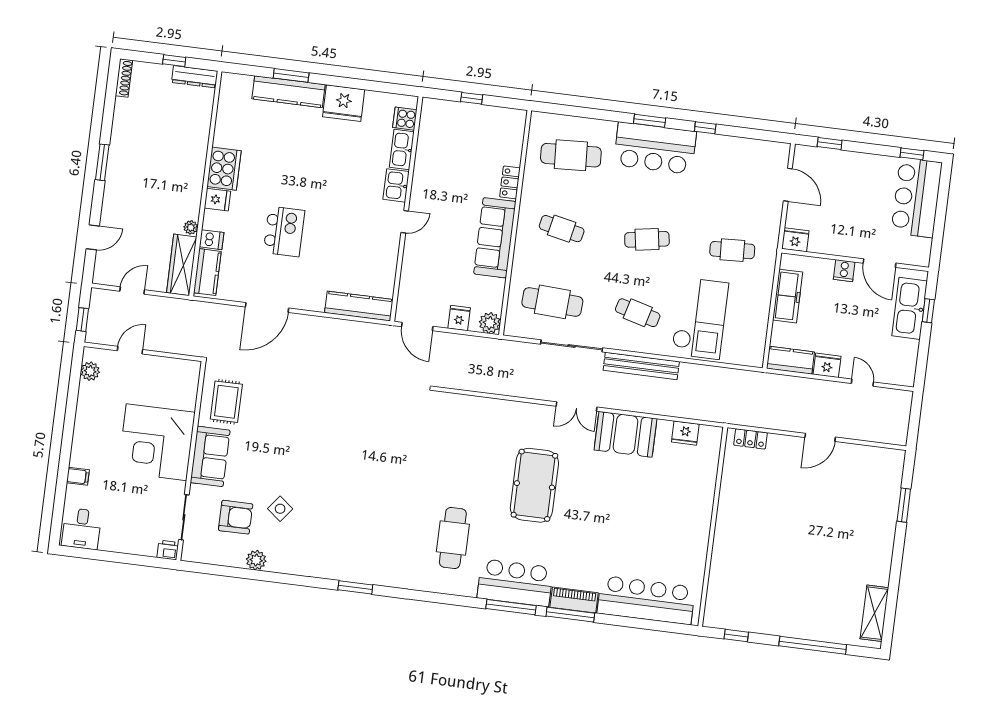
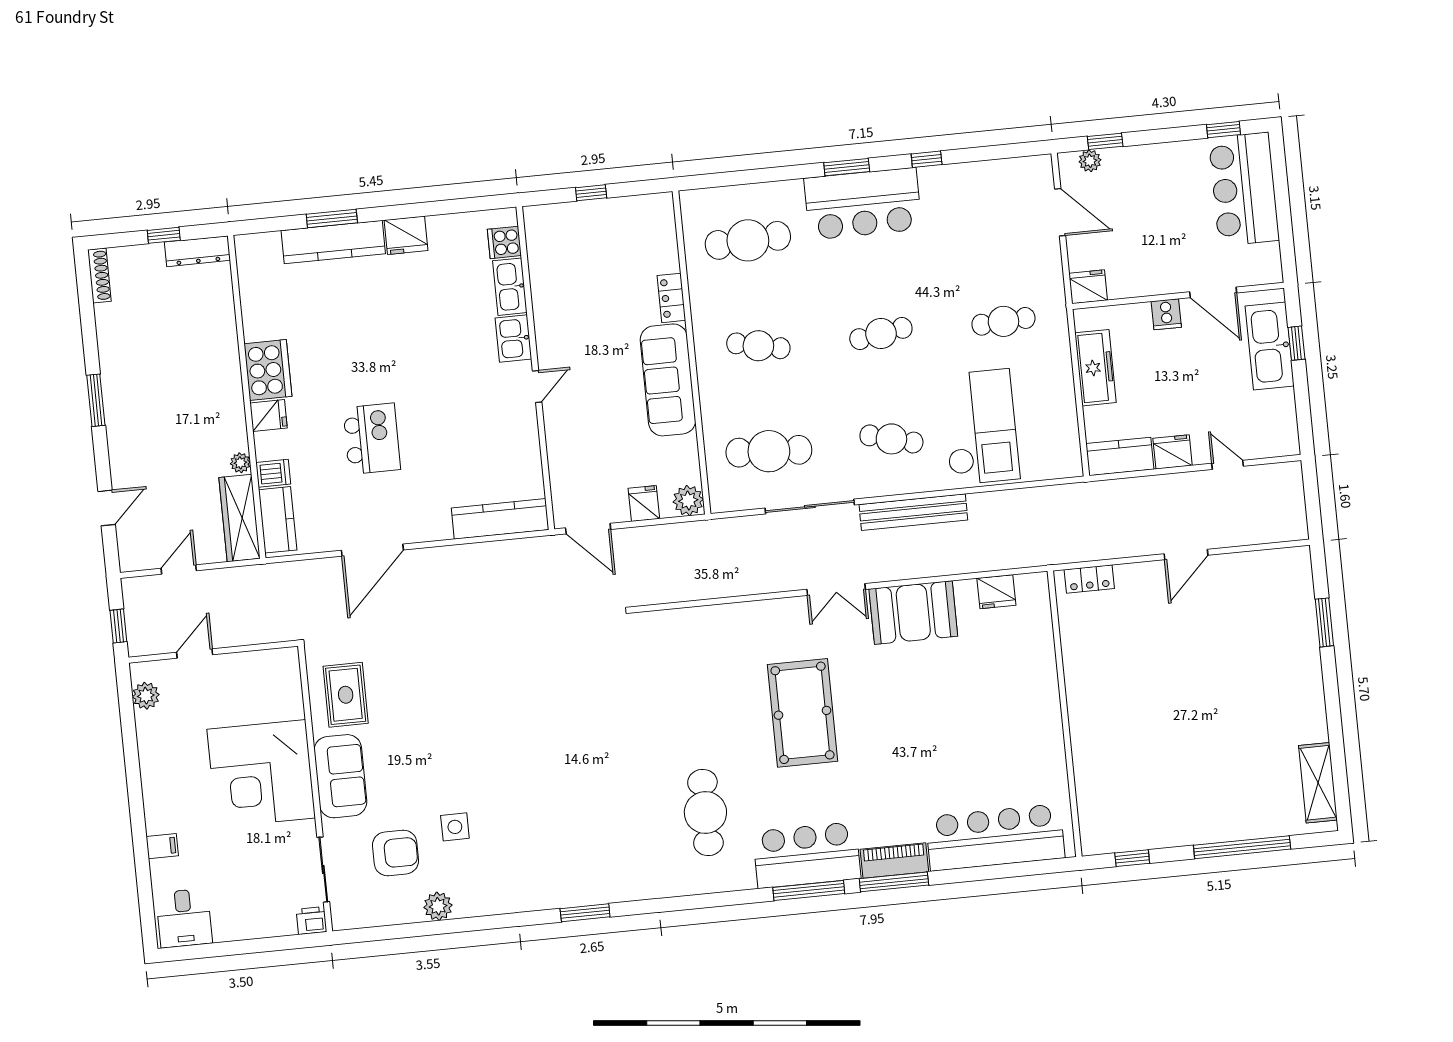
fridge: (344, 103) -> (406, 235), width x0.73, depth x0.75
plant: (816, 154) -> (1090, 161), added
side table: (280, 509) -> (455, 827), turned -38

